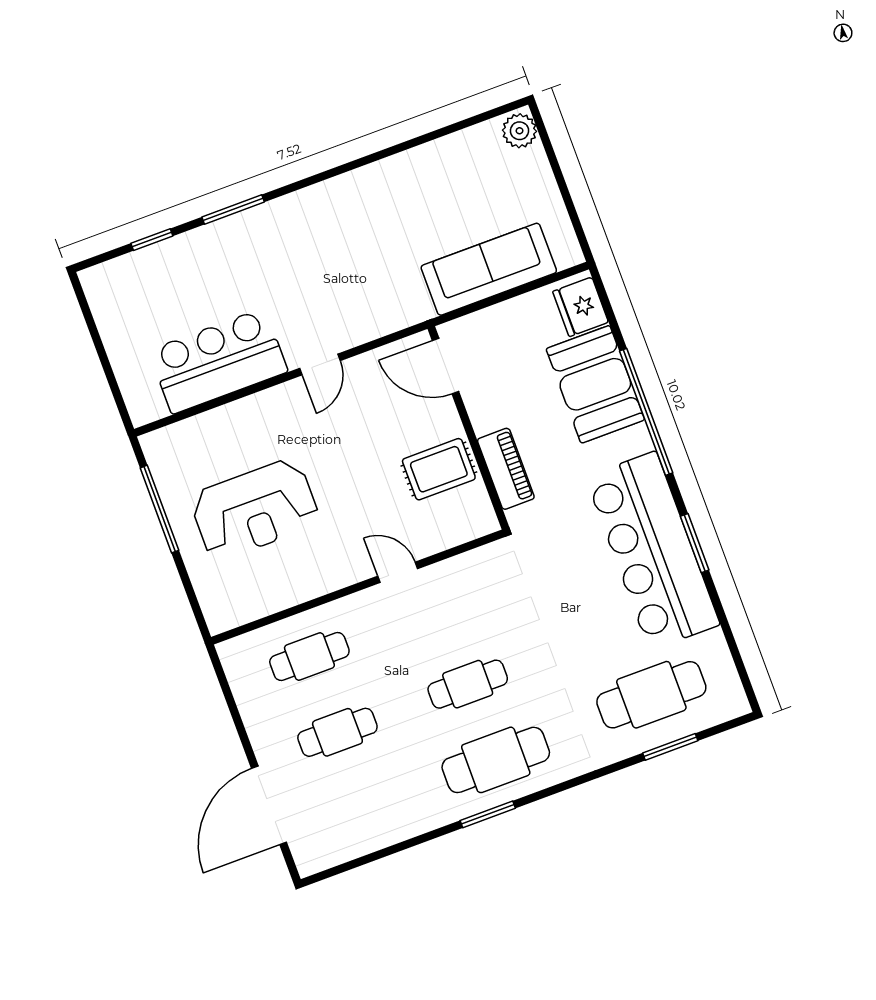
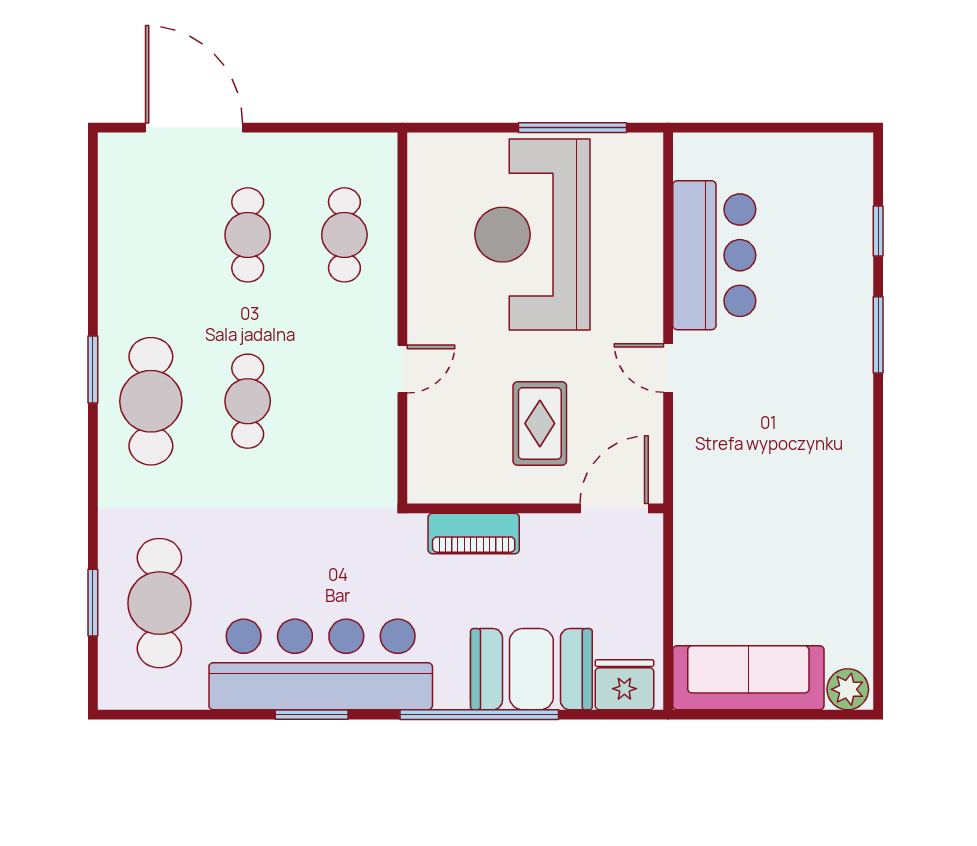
sofa: (489, 269) -> (748, 678), moved, turned -90
rug: (439, 469) -> (540, 423), moved
reception desk: (255, 509) -> (532, 235), width x1.36, depth x1.30

